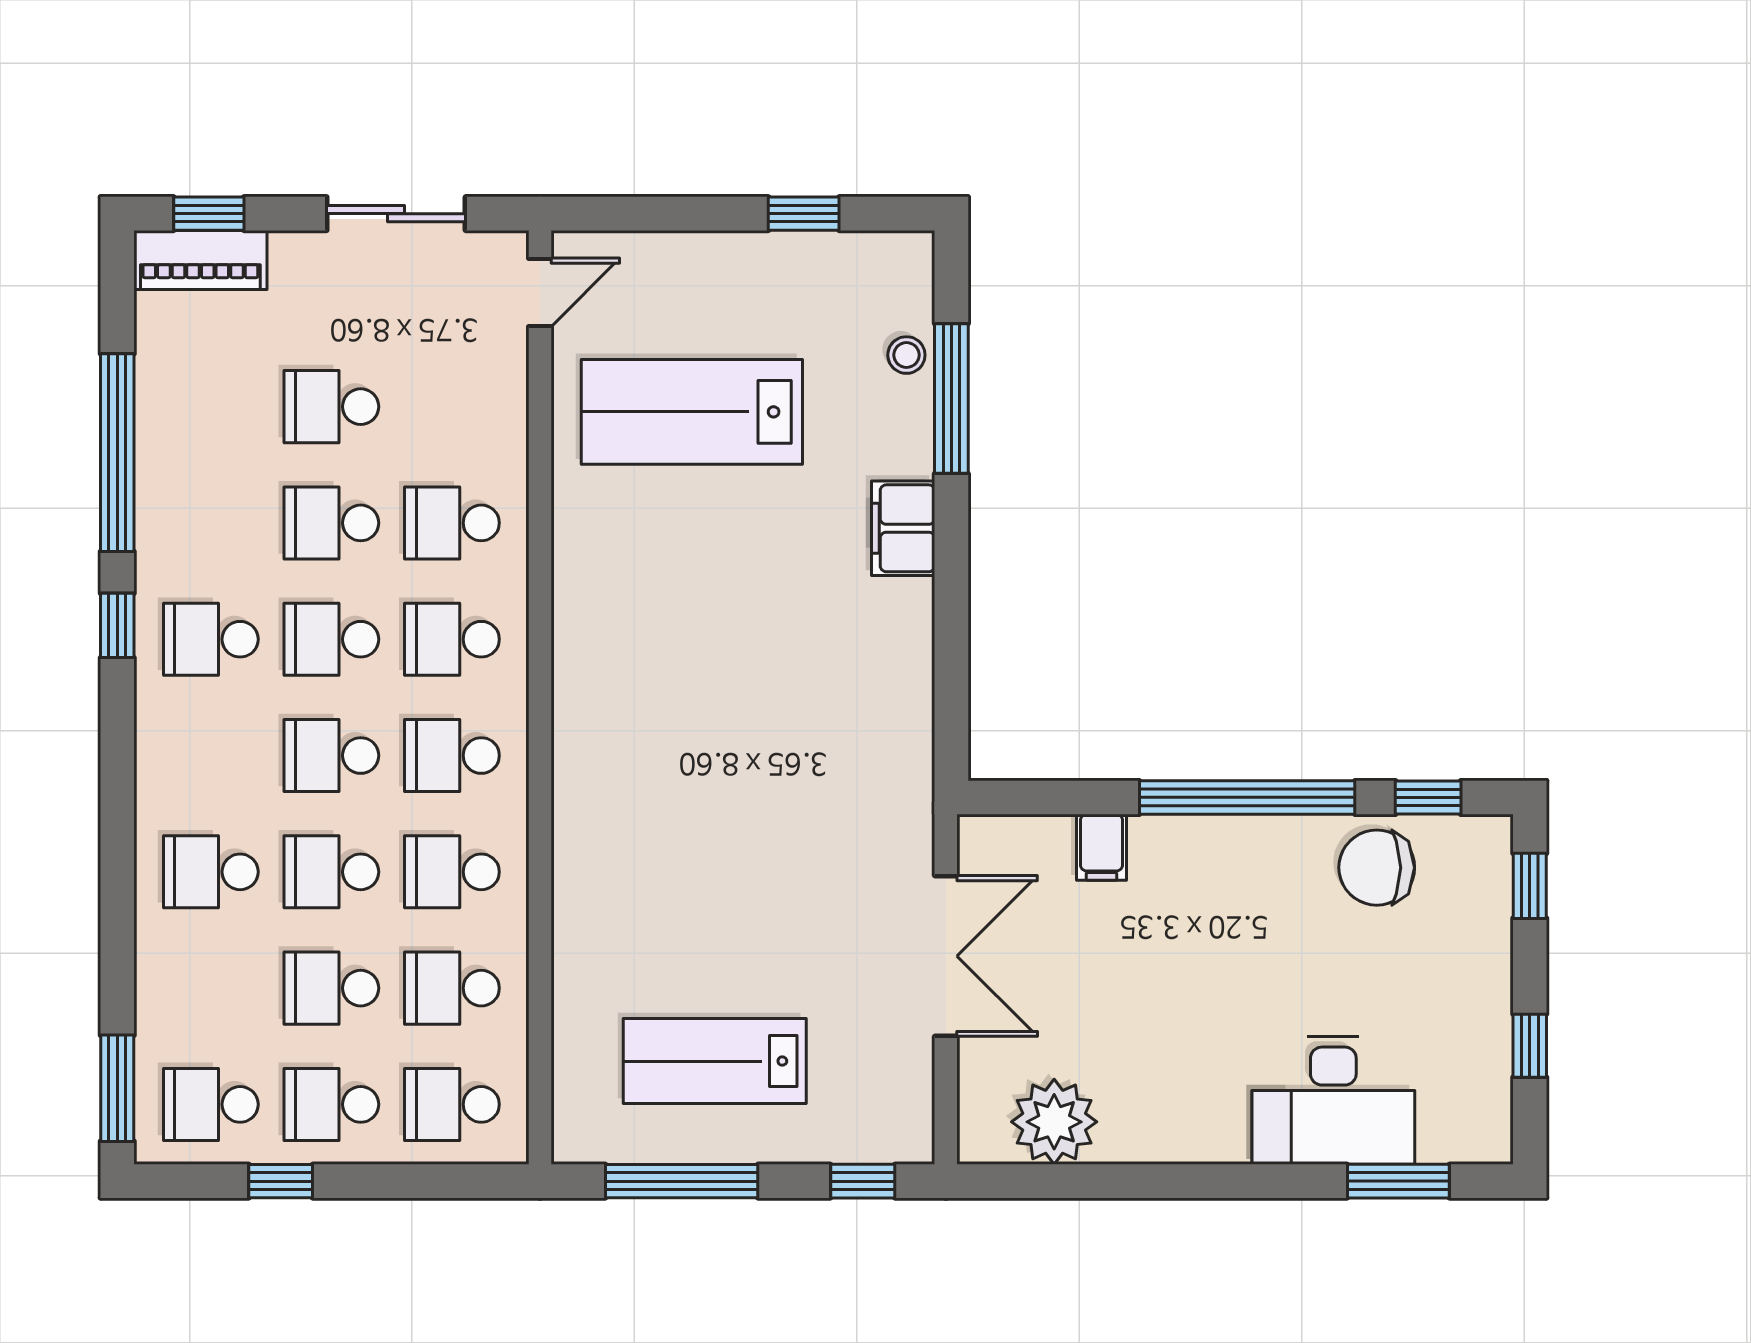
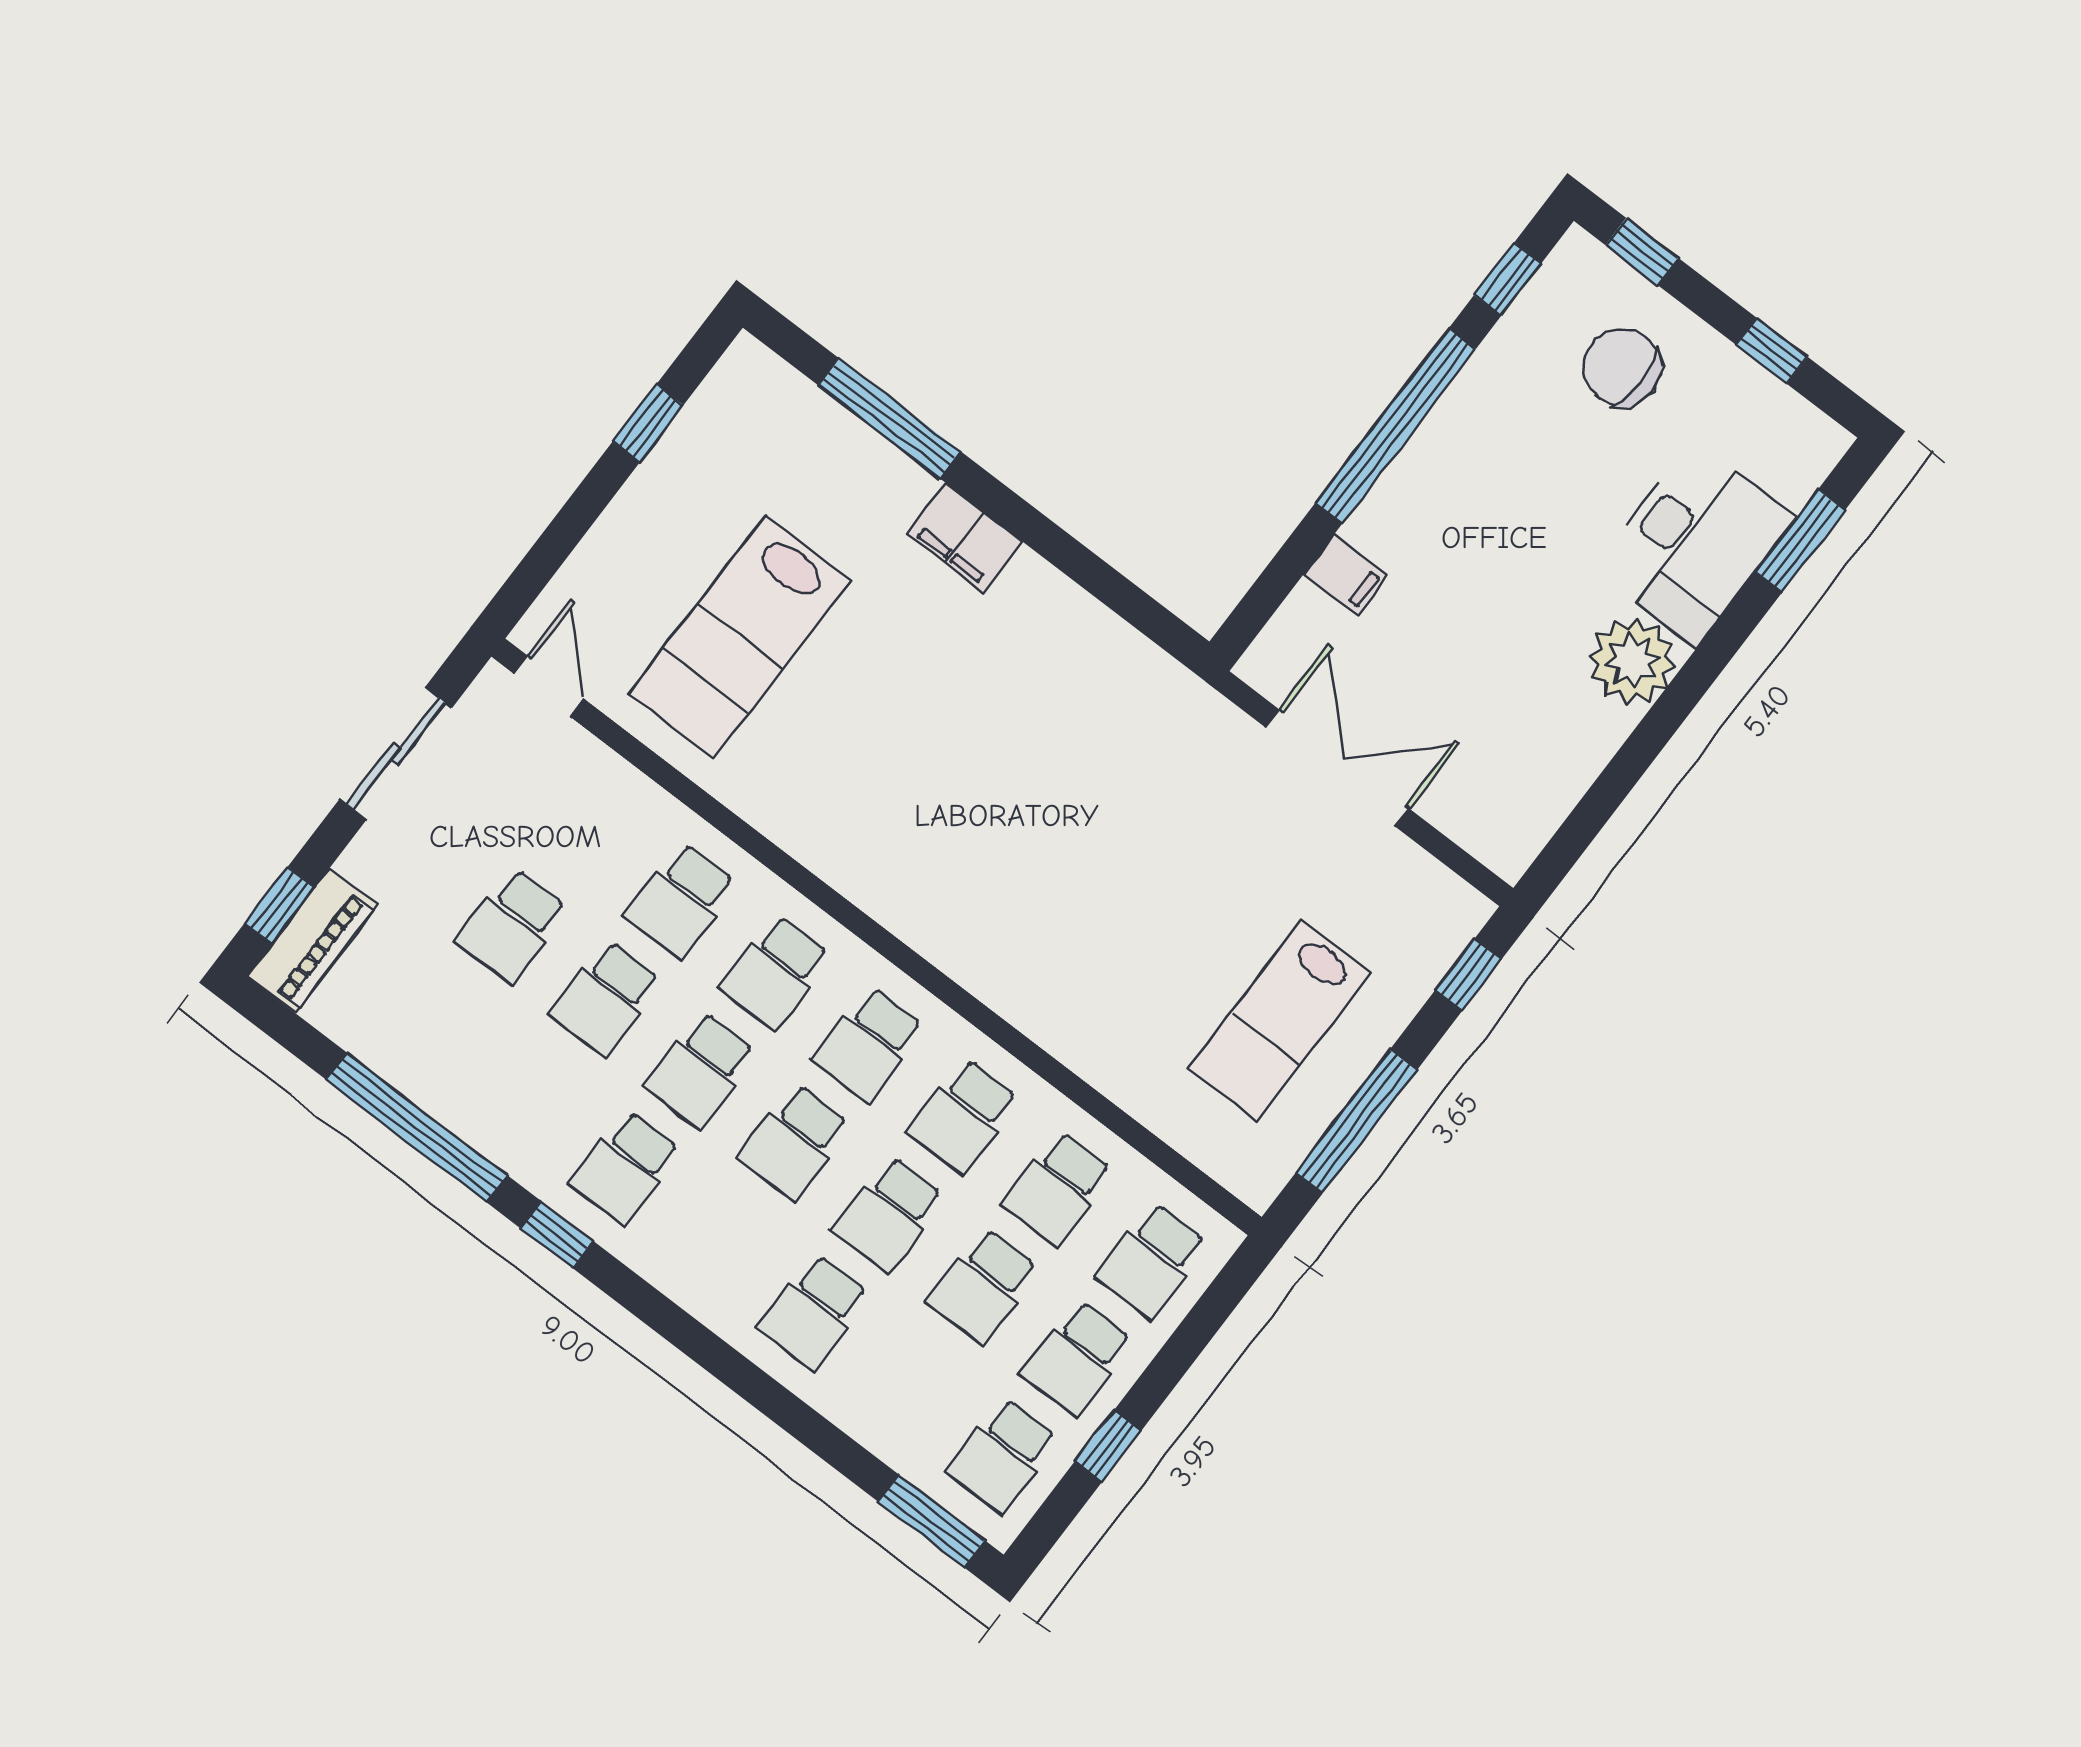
stool: (906, 355) -> (826, 428), removed
chair: (1377, 868) -> (1622, 368), moved, turned 90
plant: (1054, 1122) -> (1632, 661), moved

